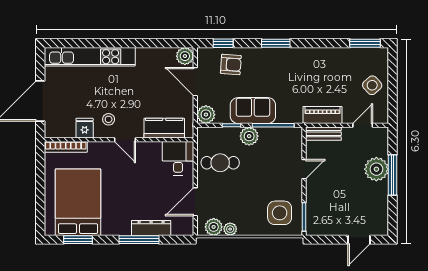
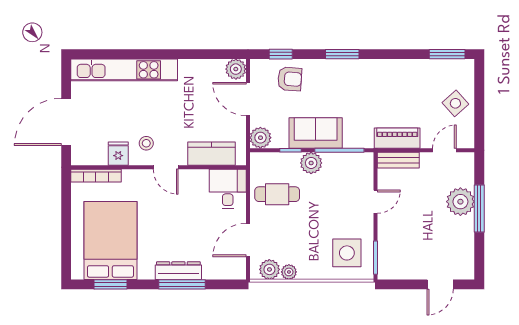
dresser: (151, 228) -> (178, 271), moved

